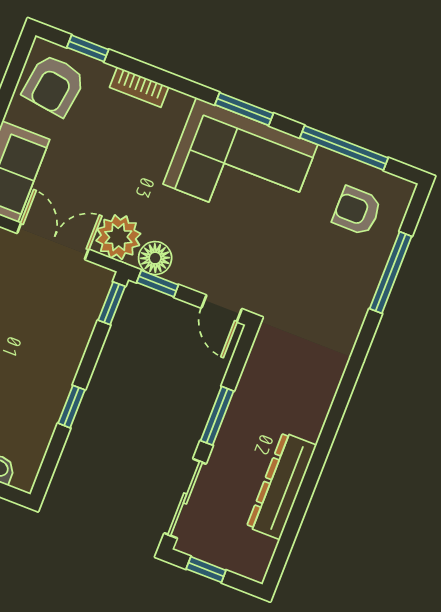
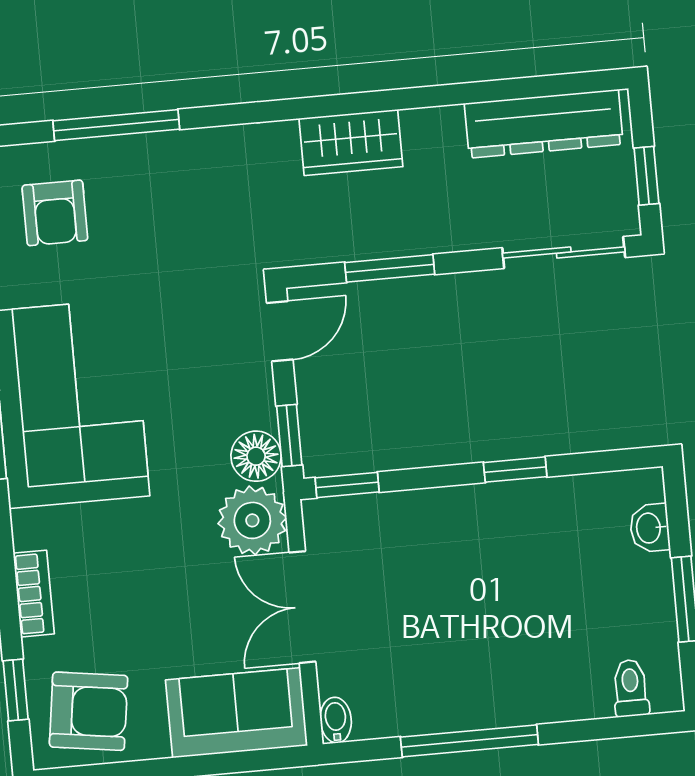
wardrobe: (312, 405) -> (351, 143), added
window: (217, 416) -> (390, 268), moved
dresser: (282, 486) -> (544, 124), moved

